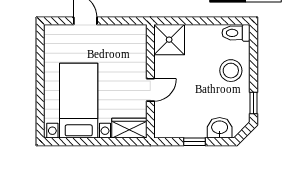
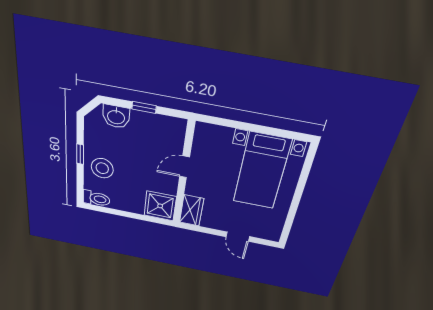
window: (254, 103) -> (80, 154), moved
wardrobe: (129, 128) -> (192, 210), moved, turned -90

